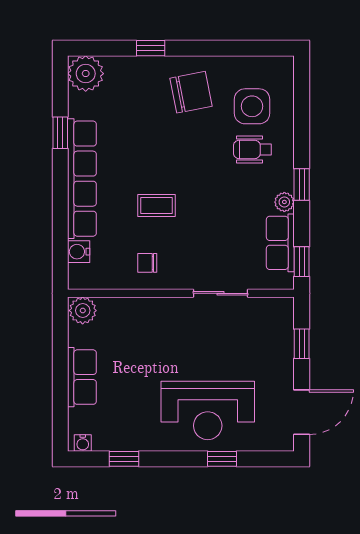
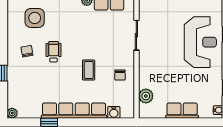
plant: (86, 74) -> (12, 113), width x0.53, depth x0.53
chair: (191, 92) -> (27, 51), width x0.54, depth x0.54
wheelchair: (253, 149) -> (54, 52), moved, turned 180
plant: (83, 311) -> (146, 96), moved

